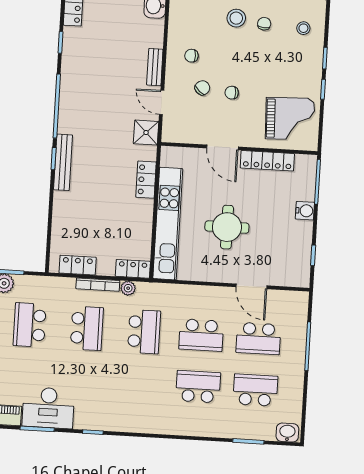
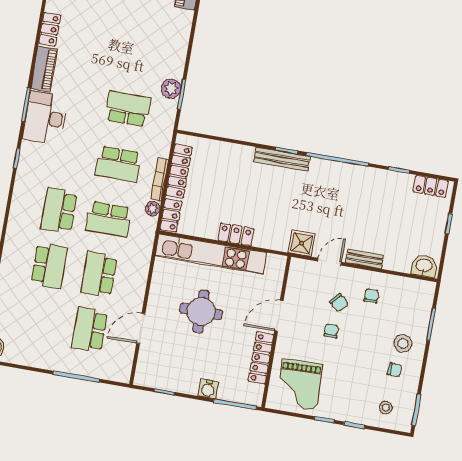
locker: (146, 180) -> (236, 234), moved
locker: (78, 265) -> (179, 171), width x1.53
school desk: (255, 390) -> (59, 211), moved, turned 180

